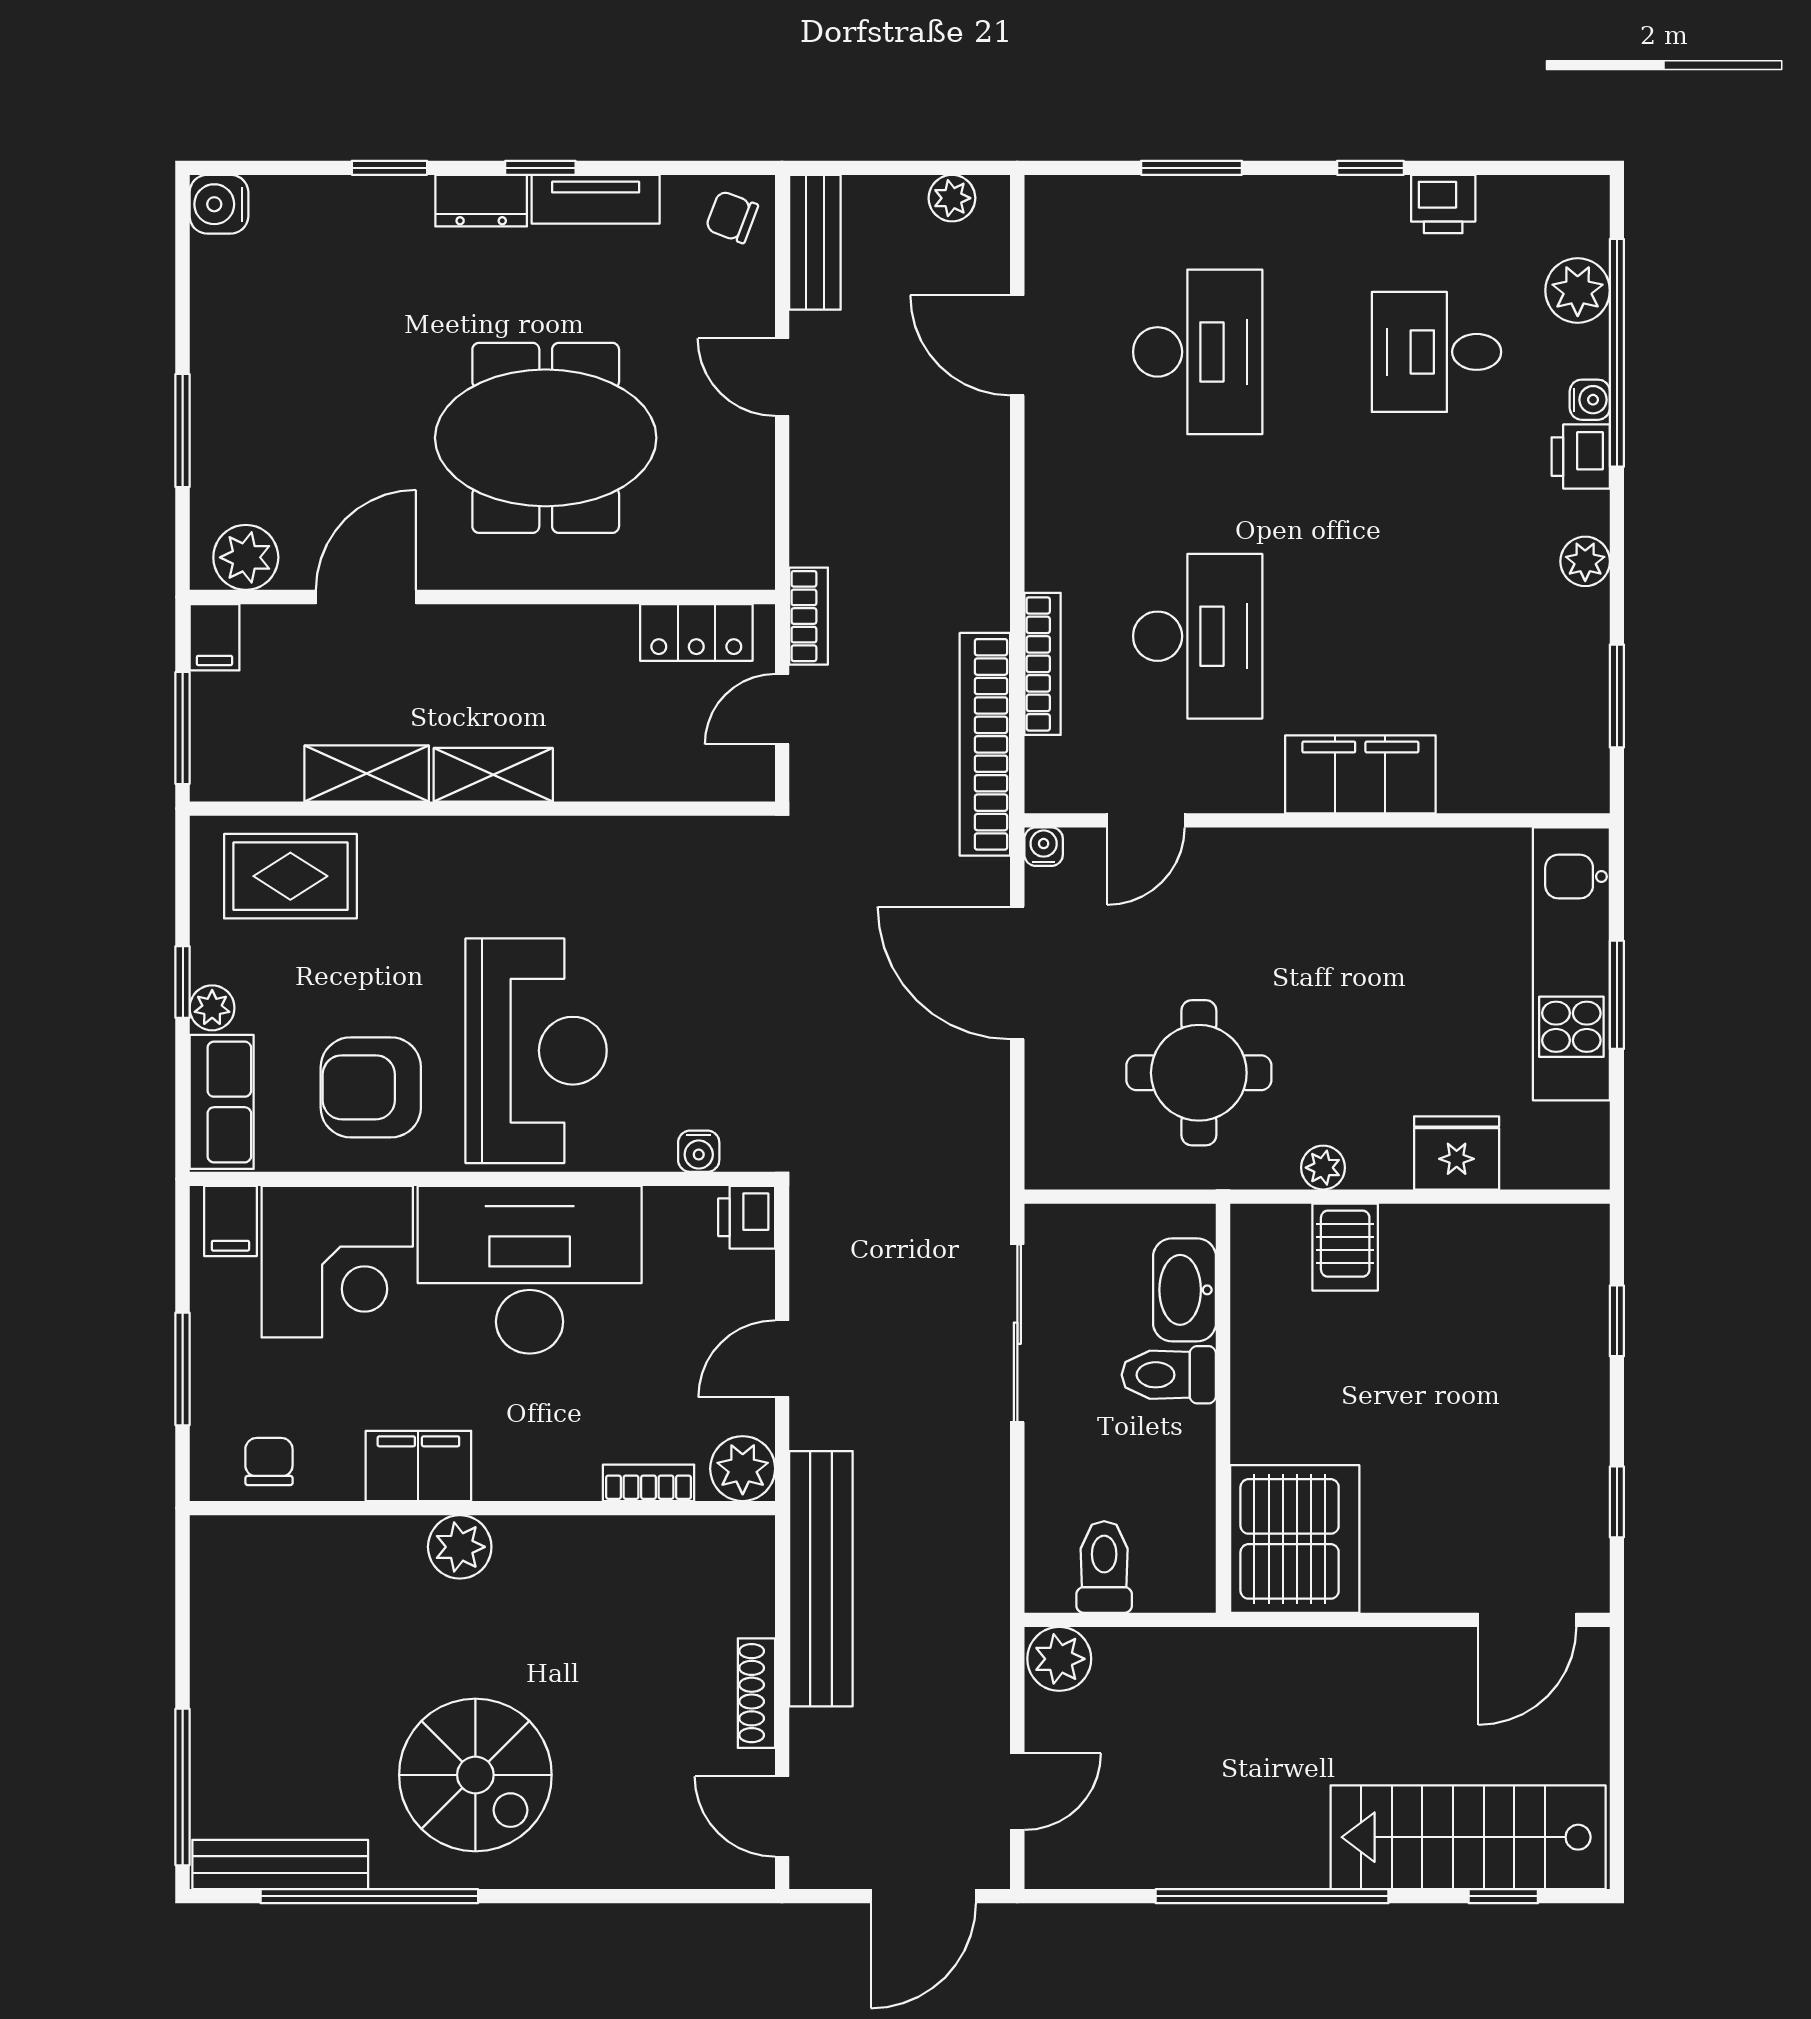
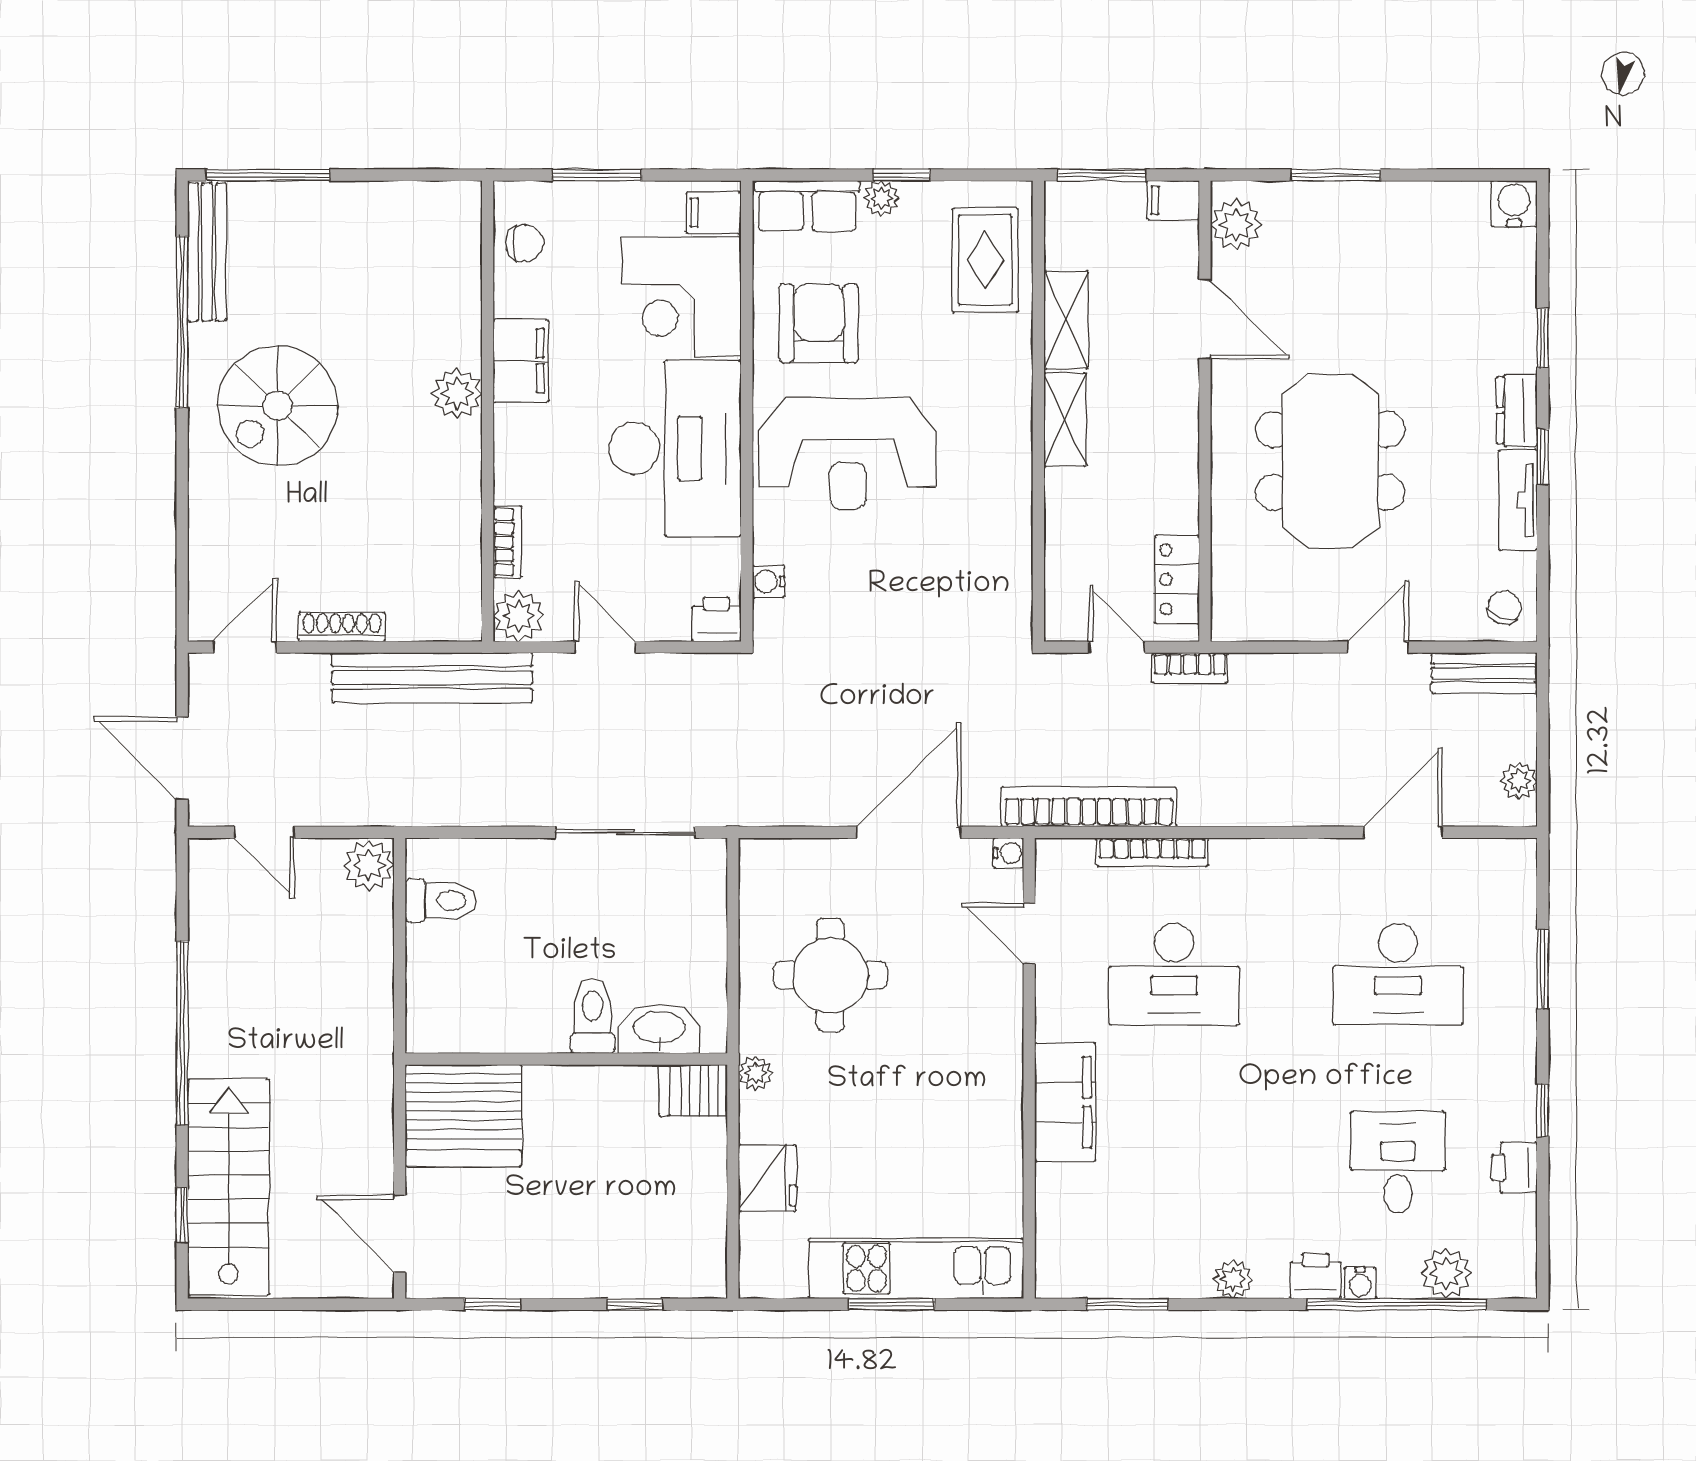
washbasin: (1185, 1290) -> (659, 1029), moved
toilet: (1169, 1375) -> (593, 1016), moved
wall: (1223, 1408) -> (566, 1059), moved
server rack: (1295, 1539) -> (463, 1115), moved

